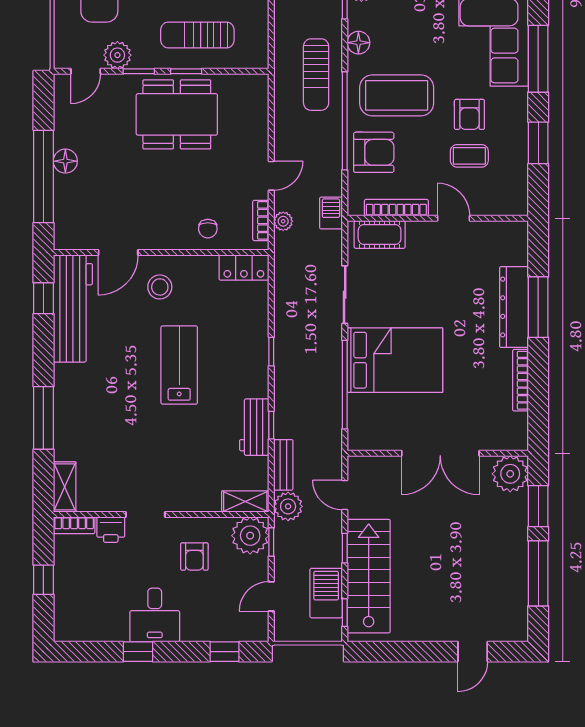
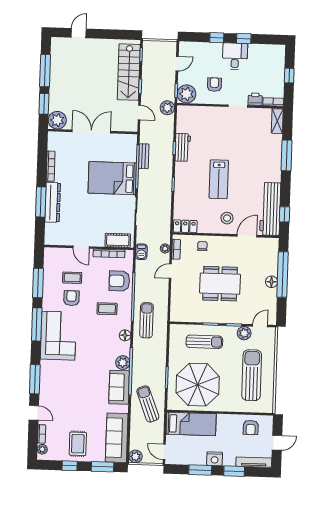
coffee table: (397, 95) -> (107, 309), width x0.54, depth x0.58
dining table: (177, 114) -> (220, 284), moved
window: (538, 143) -> (38, 283), width x1.44
bench: (283, 465) -> (144, 156), moved
shelving: (245, 501) -> (188, 111), removed
barbecue: (326, 593) -> (150, 64), removed
window: (225, 652) -> (217, 38), moved

